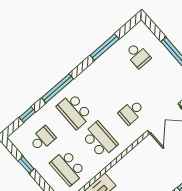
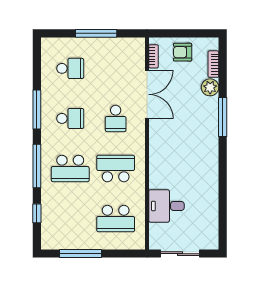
window: (105, 47) -> (37, 109), moved
school desk: (43, 139) -> (70, 118), moved, turned 90
window: (26, 165) -> (81, 254), width x2.17

